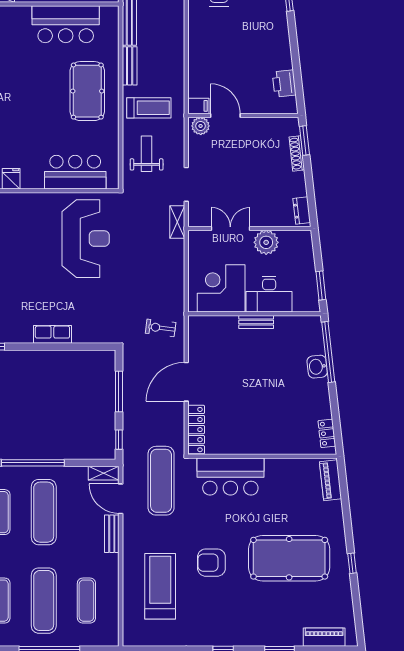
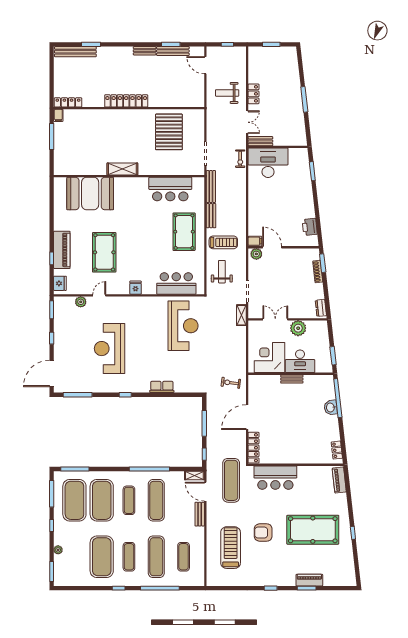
piano: (324, 637) -> (309, 580), moved

